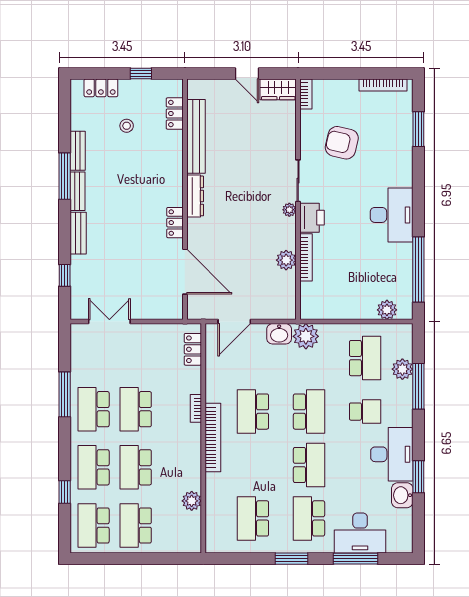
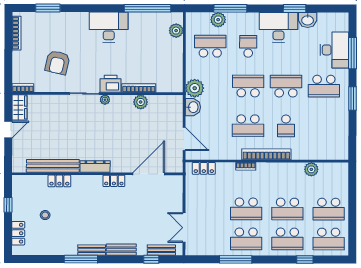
locker: (175, 113) -> (59, 181), moved
bench: (78, 151) -> (161, 250), moved
school desk: (253, 518) -> (286, 126), moved, width x0.54

